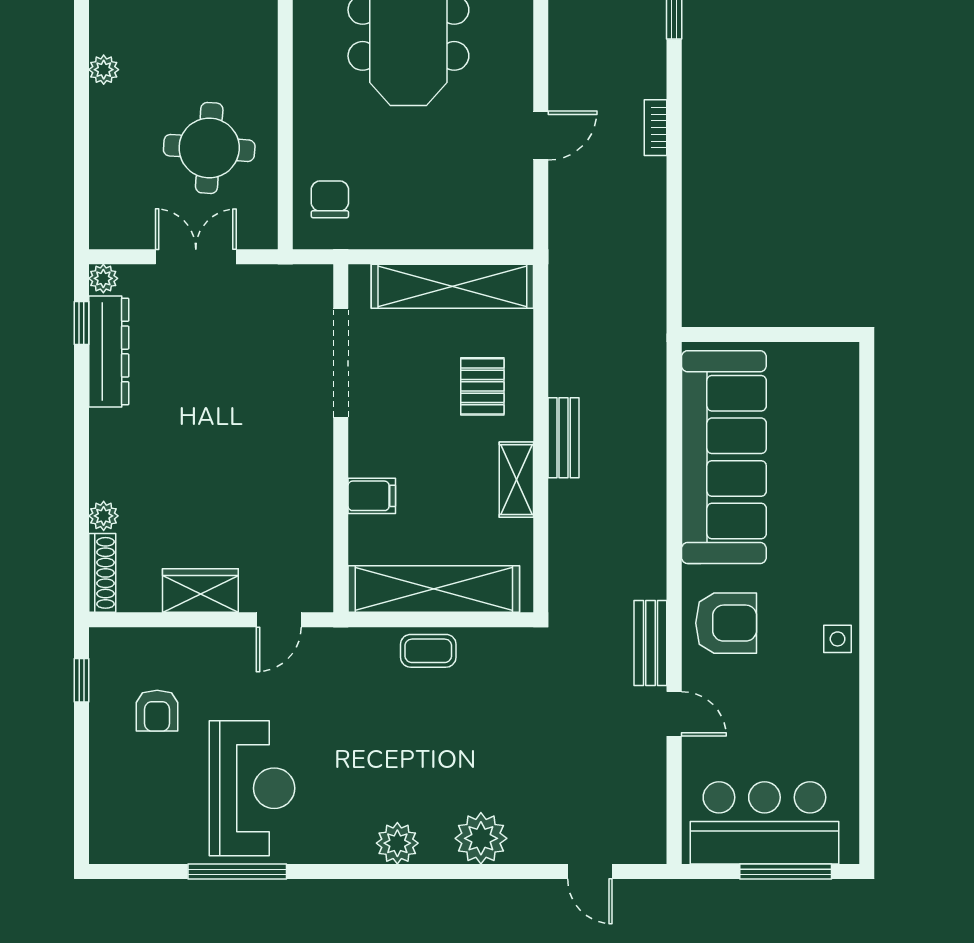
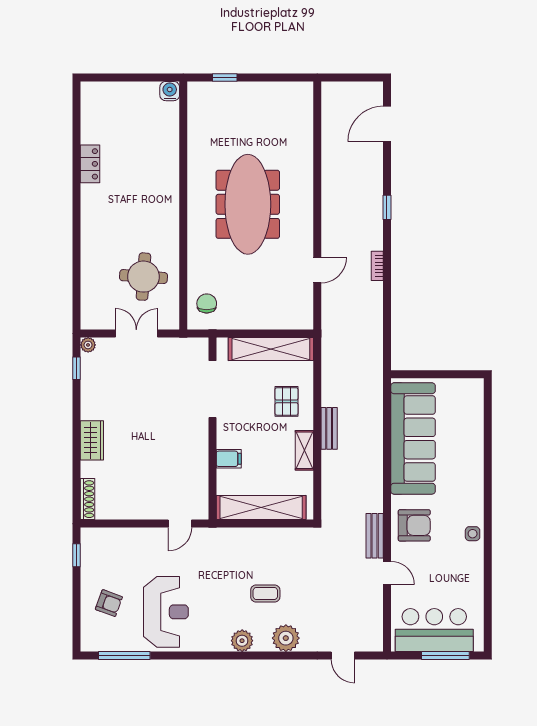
plant: (104, 70) -> (88, 236), removed
dresser: (109, 352) -> (91, 383), removed
plant: (104, 516) -> (88, 469), removed
wardrobe: (200, 590) -> (92, 440), moved, turned 90
coffee table: (428, 651) -> (265, 593), moved
armchair: (157, 711) -> (109, 603), moved, turned -70
window: (237, 872) -> (124, 656), moved

